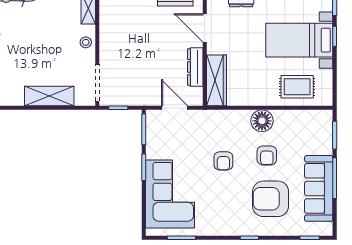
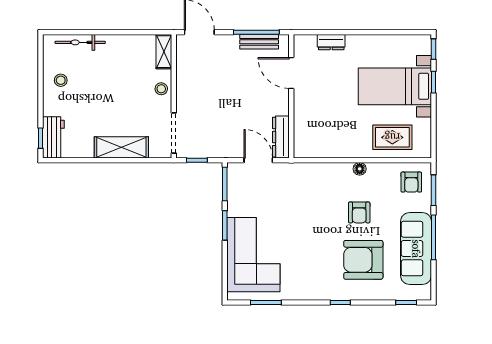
dresser: (195, 67) -> (281, 137), moved
wardrobe: (217, 80) -> (304, 130), removed
floor lamp: (262, 121) -> (360, 169), width x0.53, depth x0.53
armchair: (223, 161) -> (411, 182), moved

